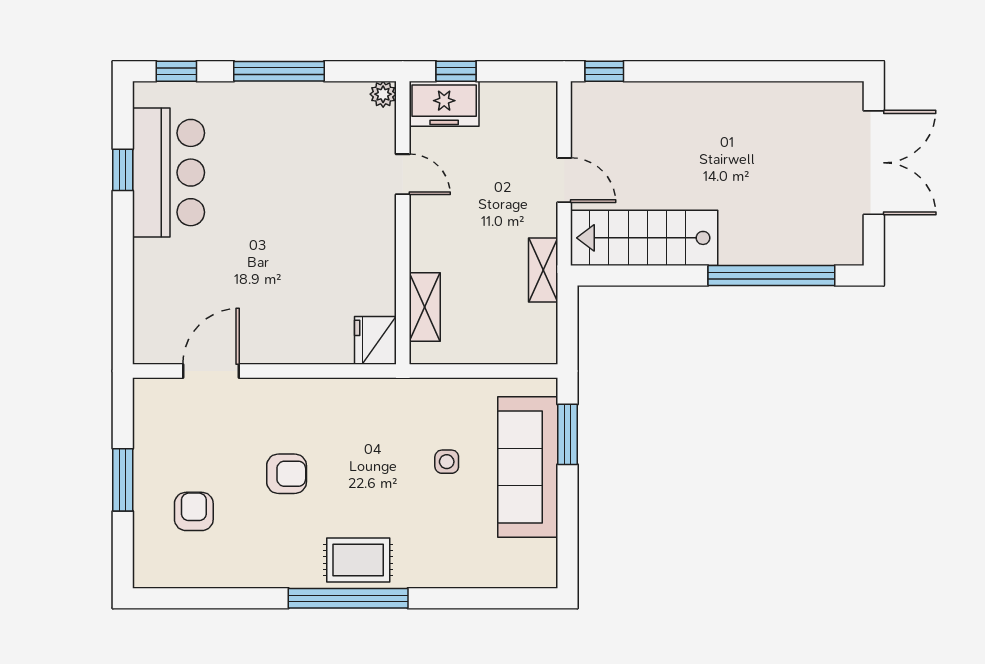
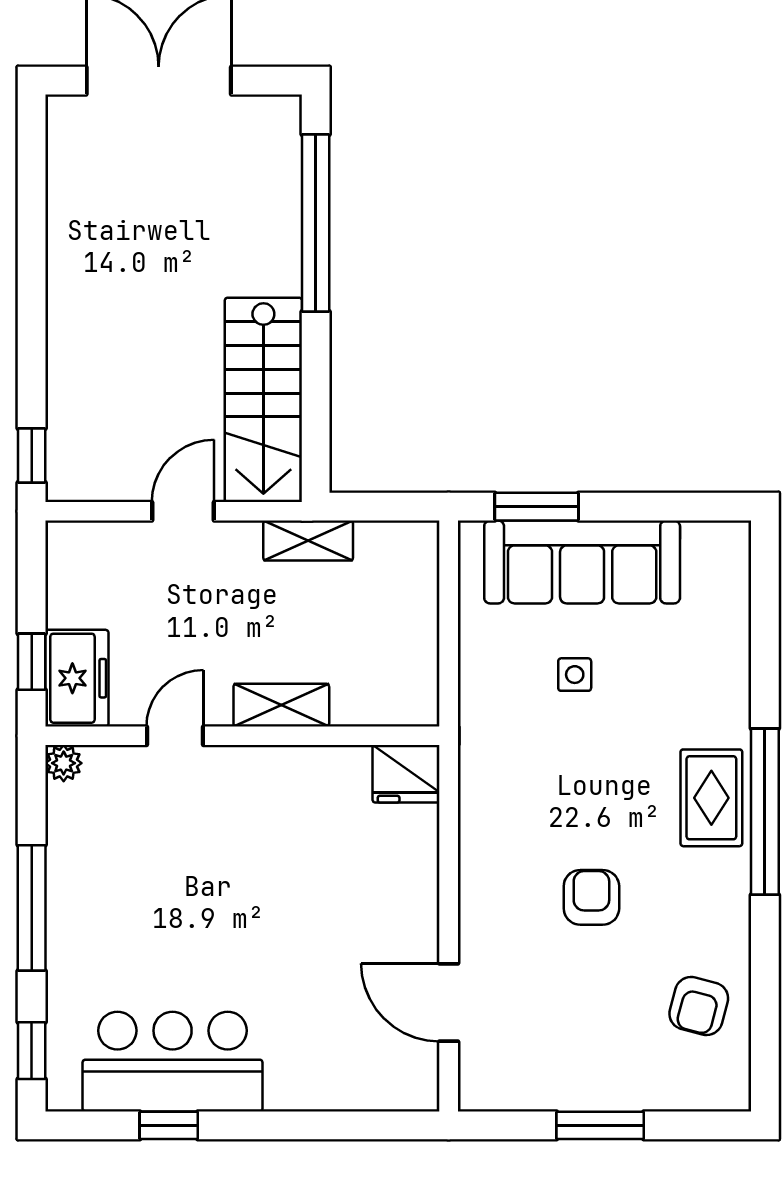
shelving: (425, 307) -> (281, 705), moved
armchair: (194, 511) -> (699, 1006), moved, turned -75

